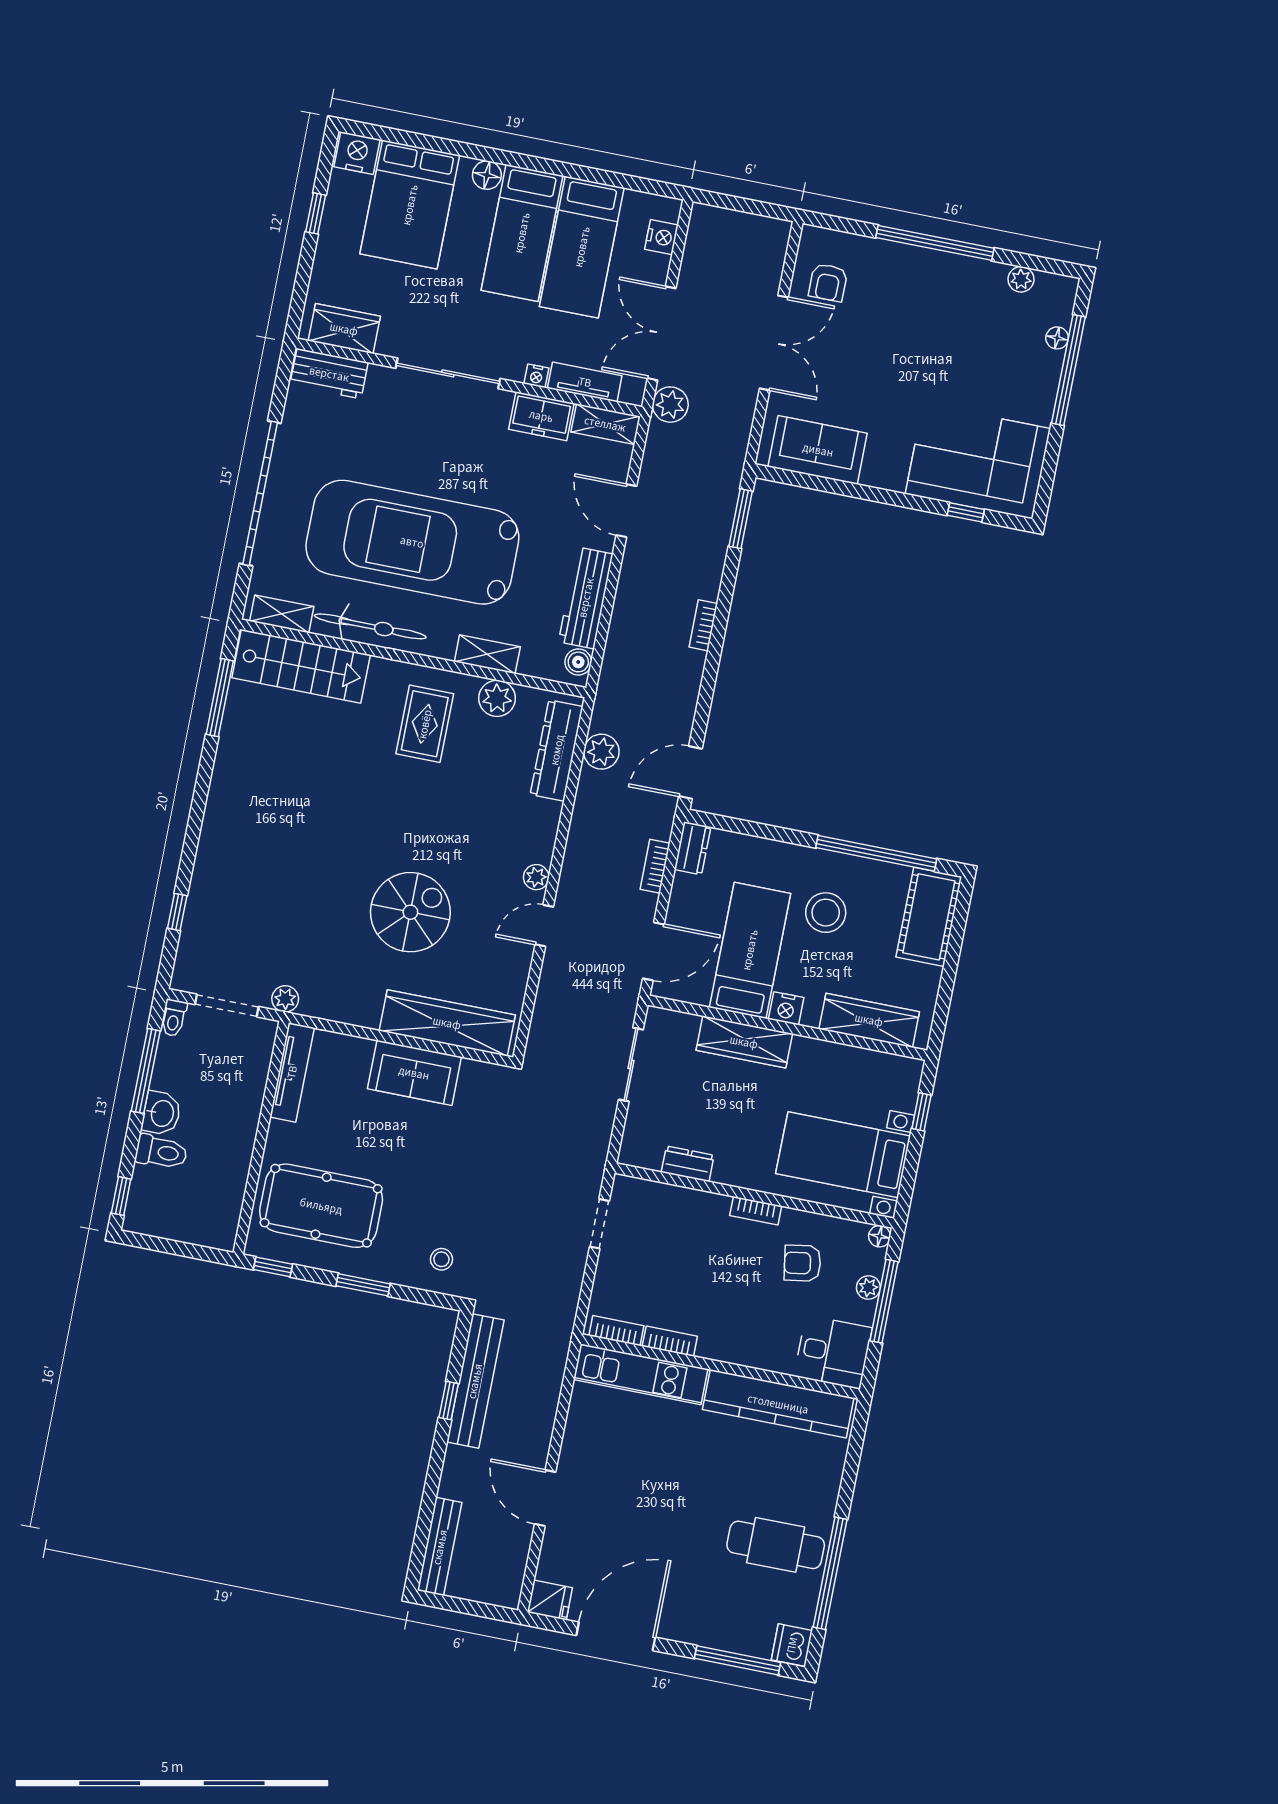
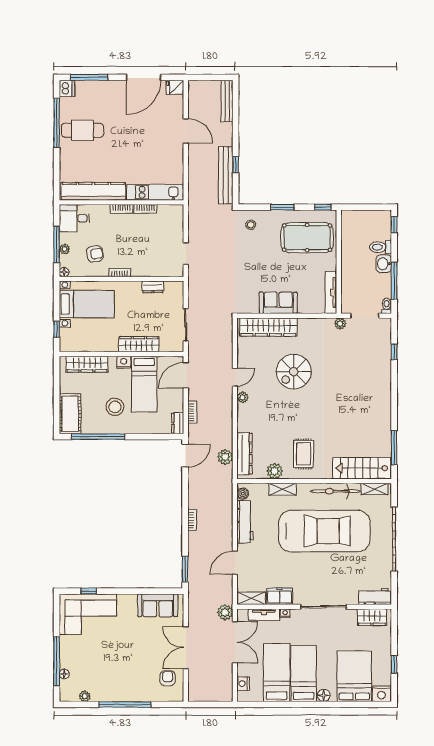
door: (626, 511) -> (235, 563), swing flipped
bookcase: (616, 1331) -> (121, 209), moved

